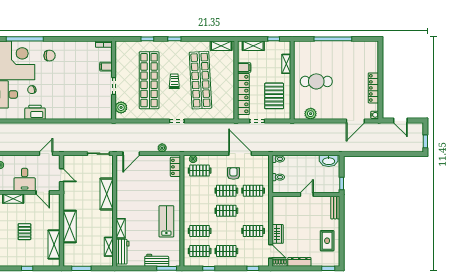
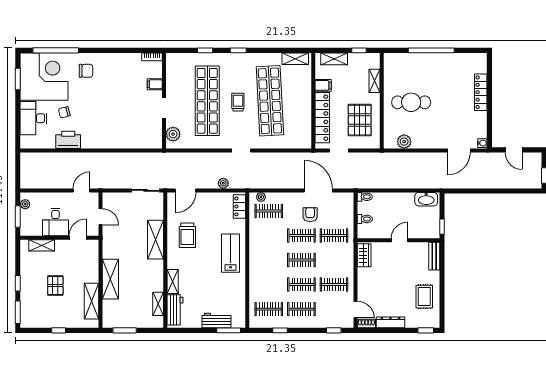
locker: (373, 88) -> (481, 92), moved
trolley: (133, 190) -> (187, 235), added
door: (43, 192) -> (78, 238), swing flipped
lab bench: (166, 221) -> (230, 253), moved
clothes rail: (200, 231) -> (301, 285), moved
wardrobe: (278, 234) -> (364, 255), moved

